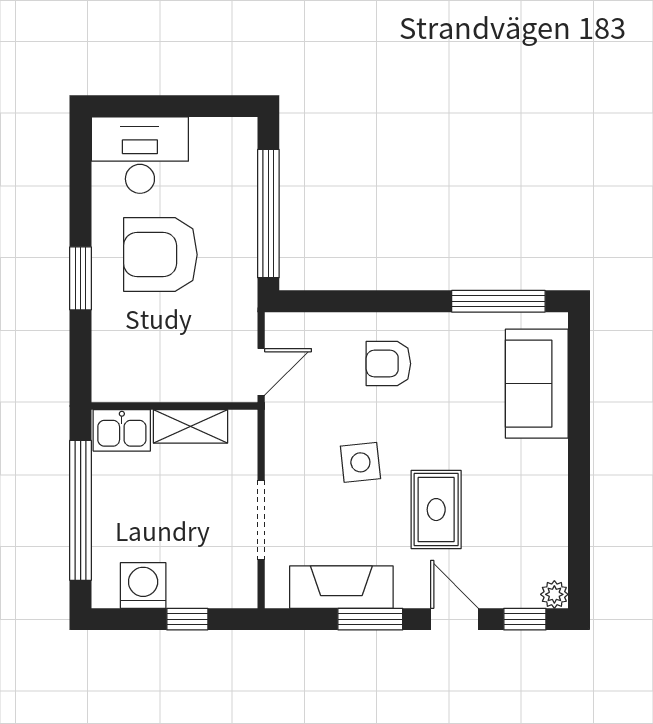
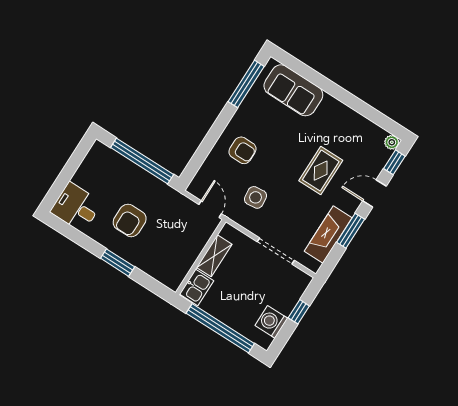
desk: (140, 155) -> (76, 207), width x0.73
armchair: (160, 255) -> (130, 220), width x0.73, depth x0.73
armchair: (388, 364) -> (243, 150), turned -90
side table: (360, 462) -> (255, 197), moved
rug: (436, 510) -> (321, 171), turned 90

